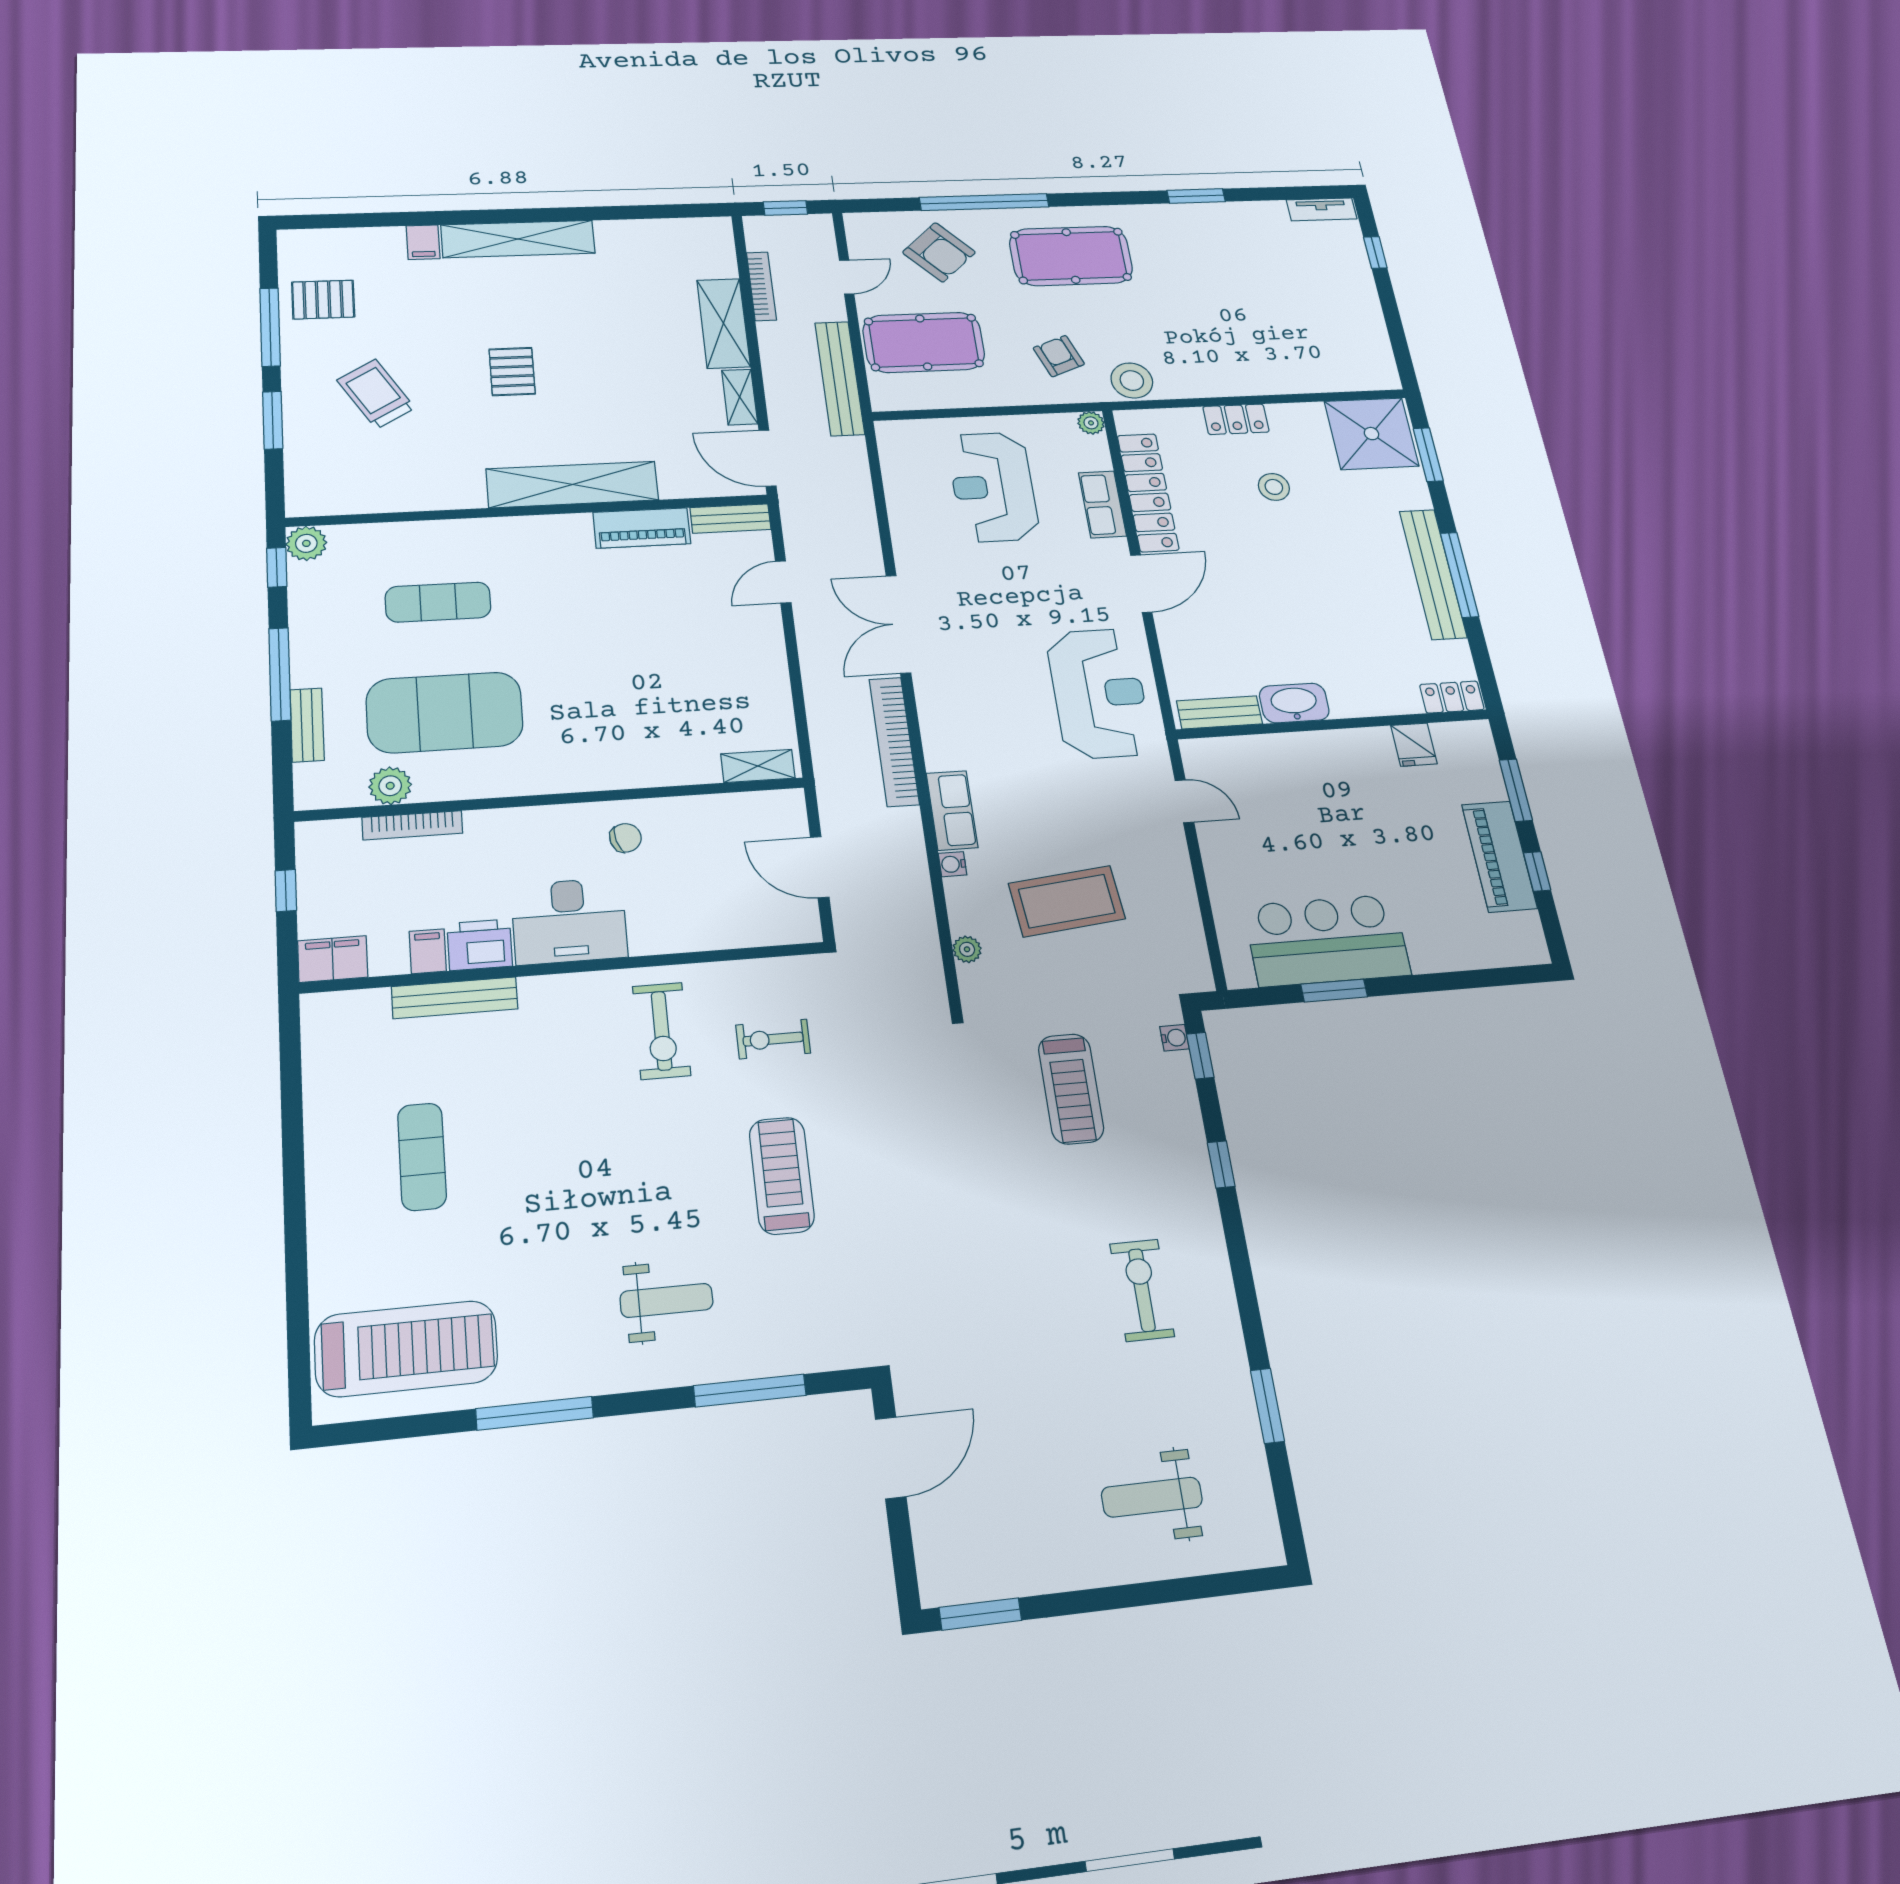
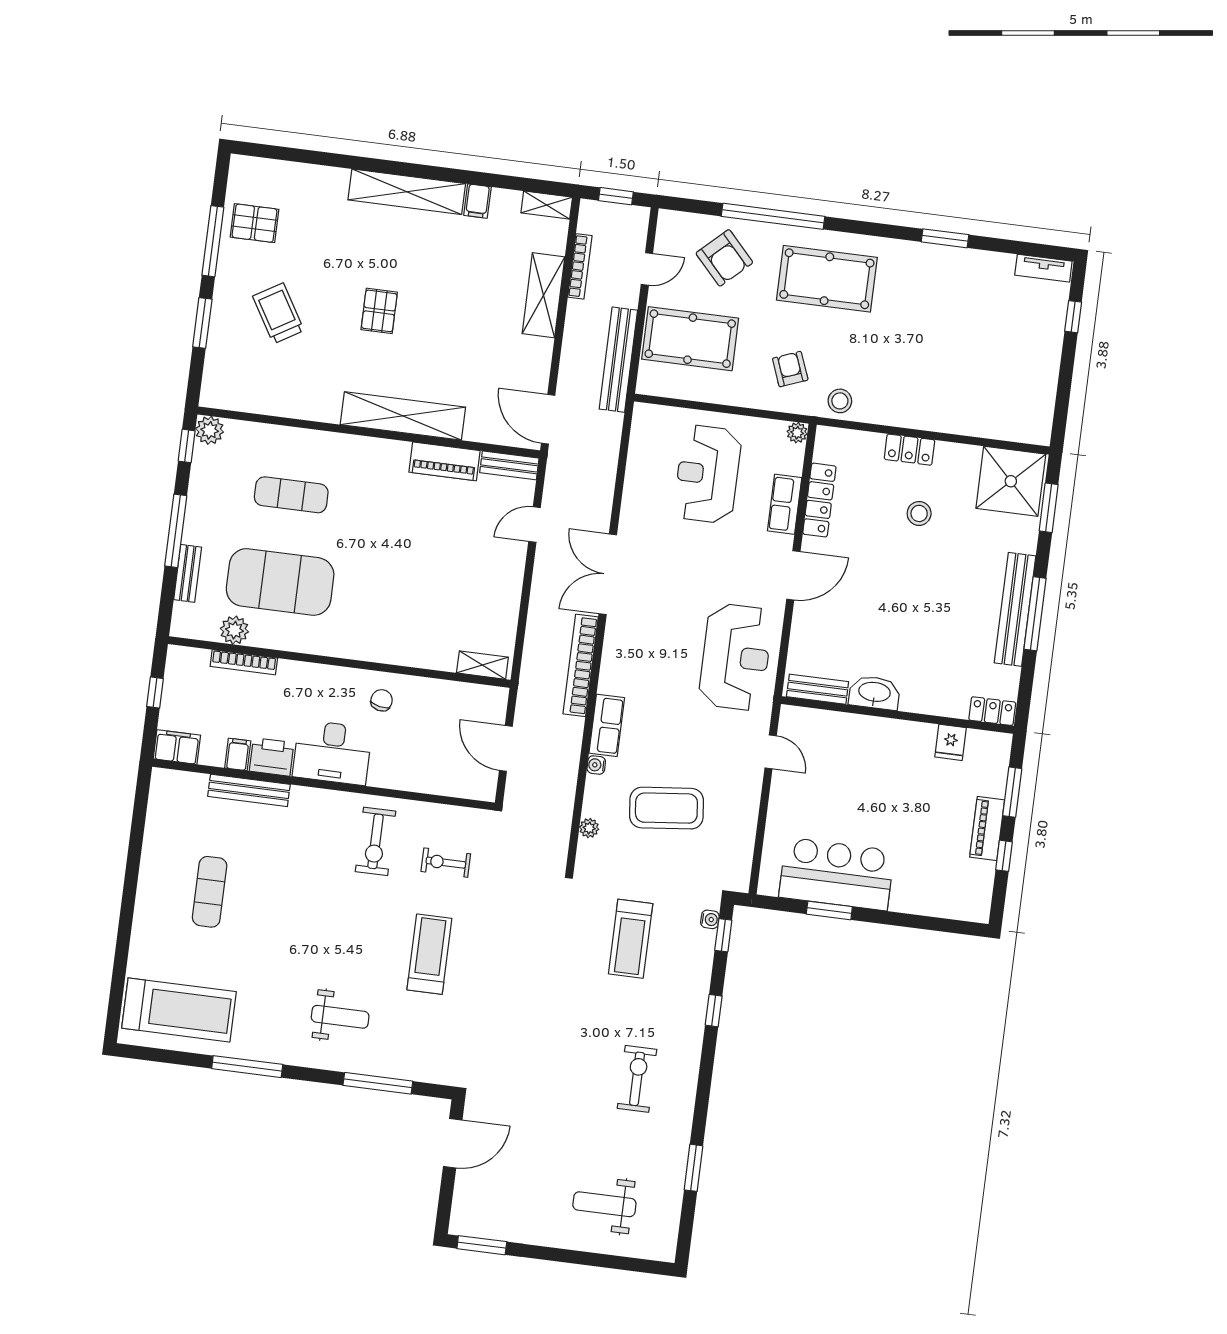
filing cabinet: (423, 242) -> (477, 201), moved
stool: (1132, 381) -> (840, 401), width x0.73, depth x0.73
shelving: (740, 397) -> (547, 205), moved, turned 90
locker: (1148, 492) -> (819, 500), width x0.71, depth x0.83
chair: (625, 838) -> (382, 700), turned -63
piano: (1499, 856) -> (987, 828), width x0.73, depth x0.75

